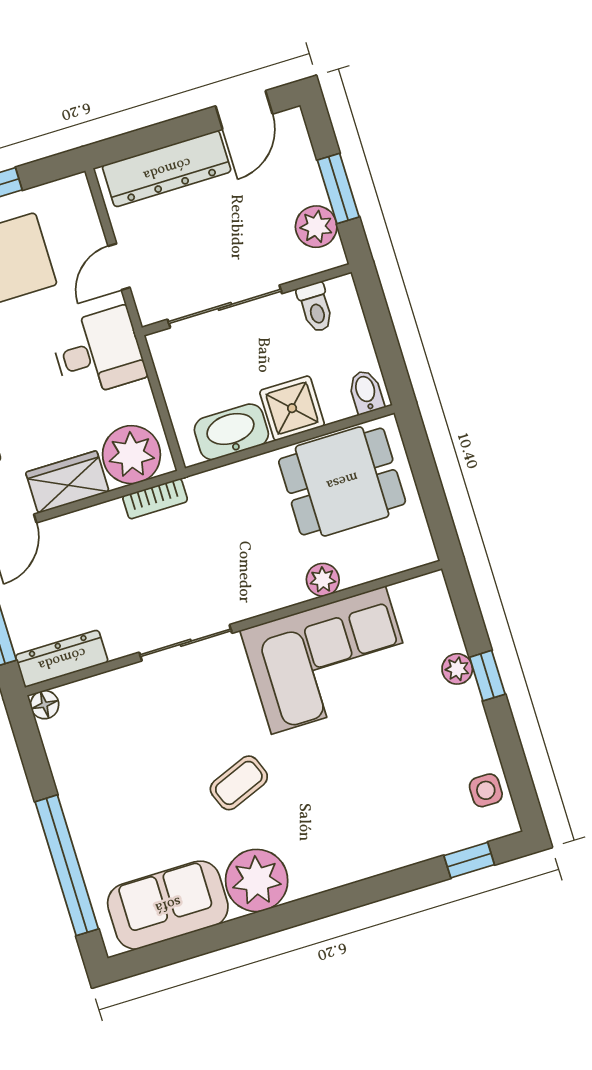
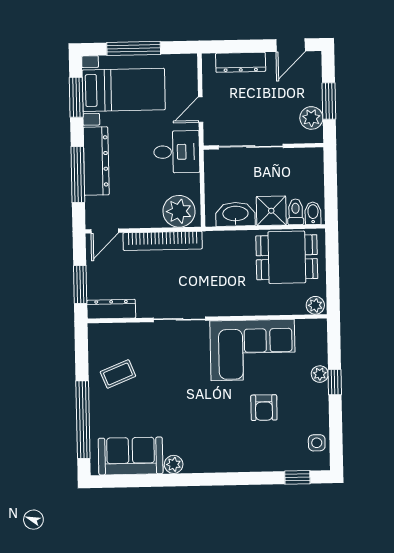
dresser: (167, 169) -> (241, 62), width x0.73, depth x0.80
toilet: (315, 307) -> (296, 212), moved, turned 180
wardrobe: (67, 482) -> (141, 216), removed
bookcase: (155, 499) -> (163, 241), width x2.31, depth x1.31
plant: (323, 580) -> (315, 305), moved
floor lamp: (45, 705) -> (95, 331), removed
armchair: (376, 755) -> (264, 408), added
coffee table: (239, 783) -> (118, 374), moved
plant: (257, 880) -> (174, 464), width x0.53, depth x0.53

